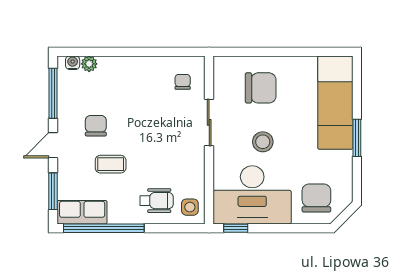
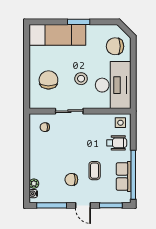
wheelchair: (157, 201) -> (117, 143), turned 90
row of seats: (82, 212) -> (124, 176), moved
window: (236, 228) -> (133, 95), removed

